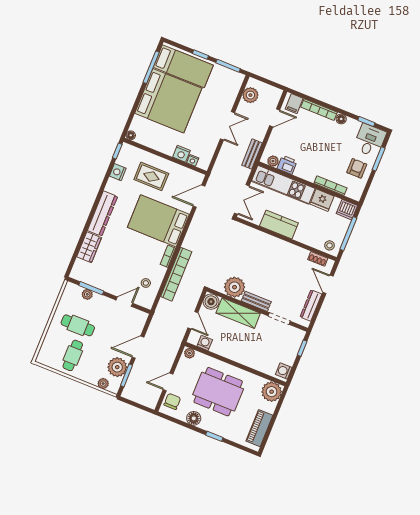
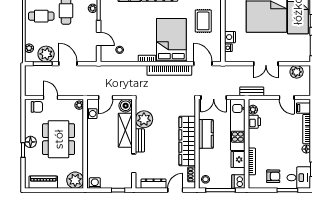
wardrobe: (278, 249) -> (187, 141), added
bookcase: (176, 274) -> (169, 70), moved
floor lamp: (194, 418) -> (30, 142), moved

